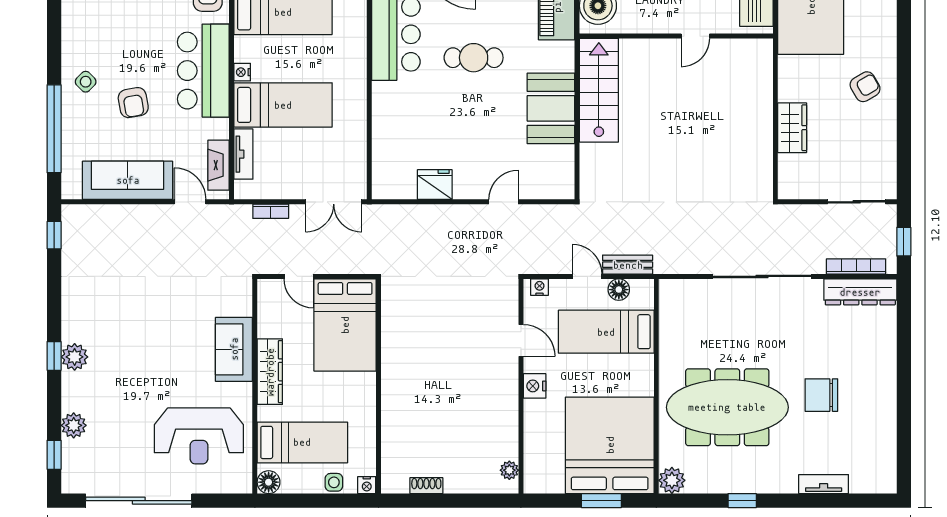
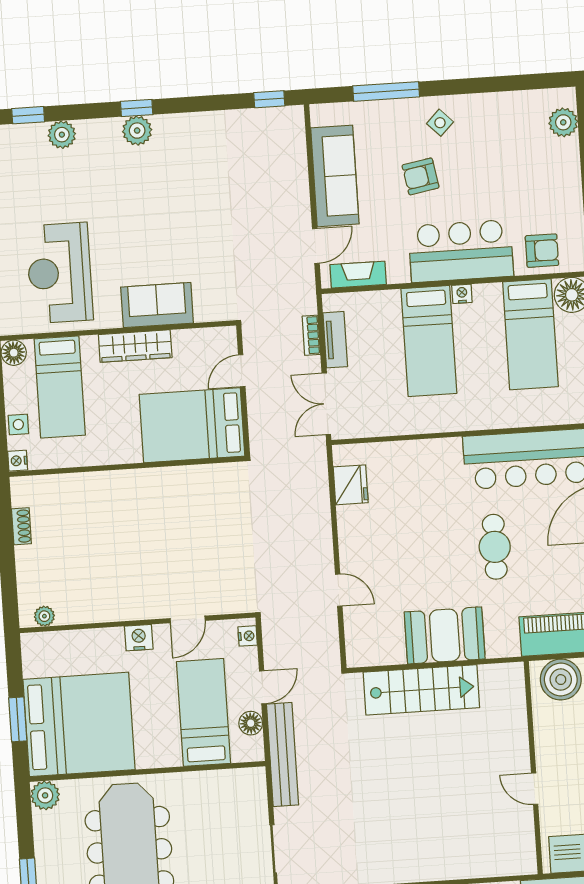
stairs: (599, 90) -> (421, 690), moved
window: (54, 129) -> (386, 91), width x0.68
tv unit: (243, 154) -> (335, 340), moved, turned -90
fridge: (435, 185) -> (351, 485), moved
bench: (628, 265) -> (283, 755), width x1.86, depth x1.21

